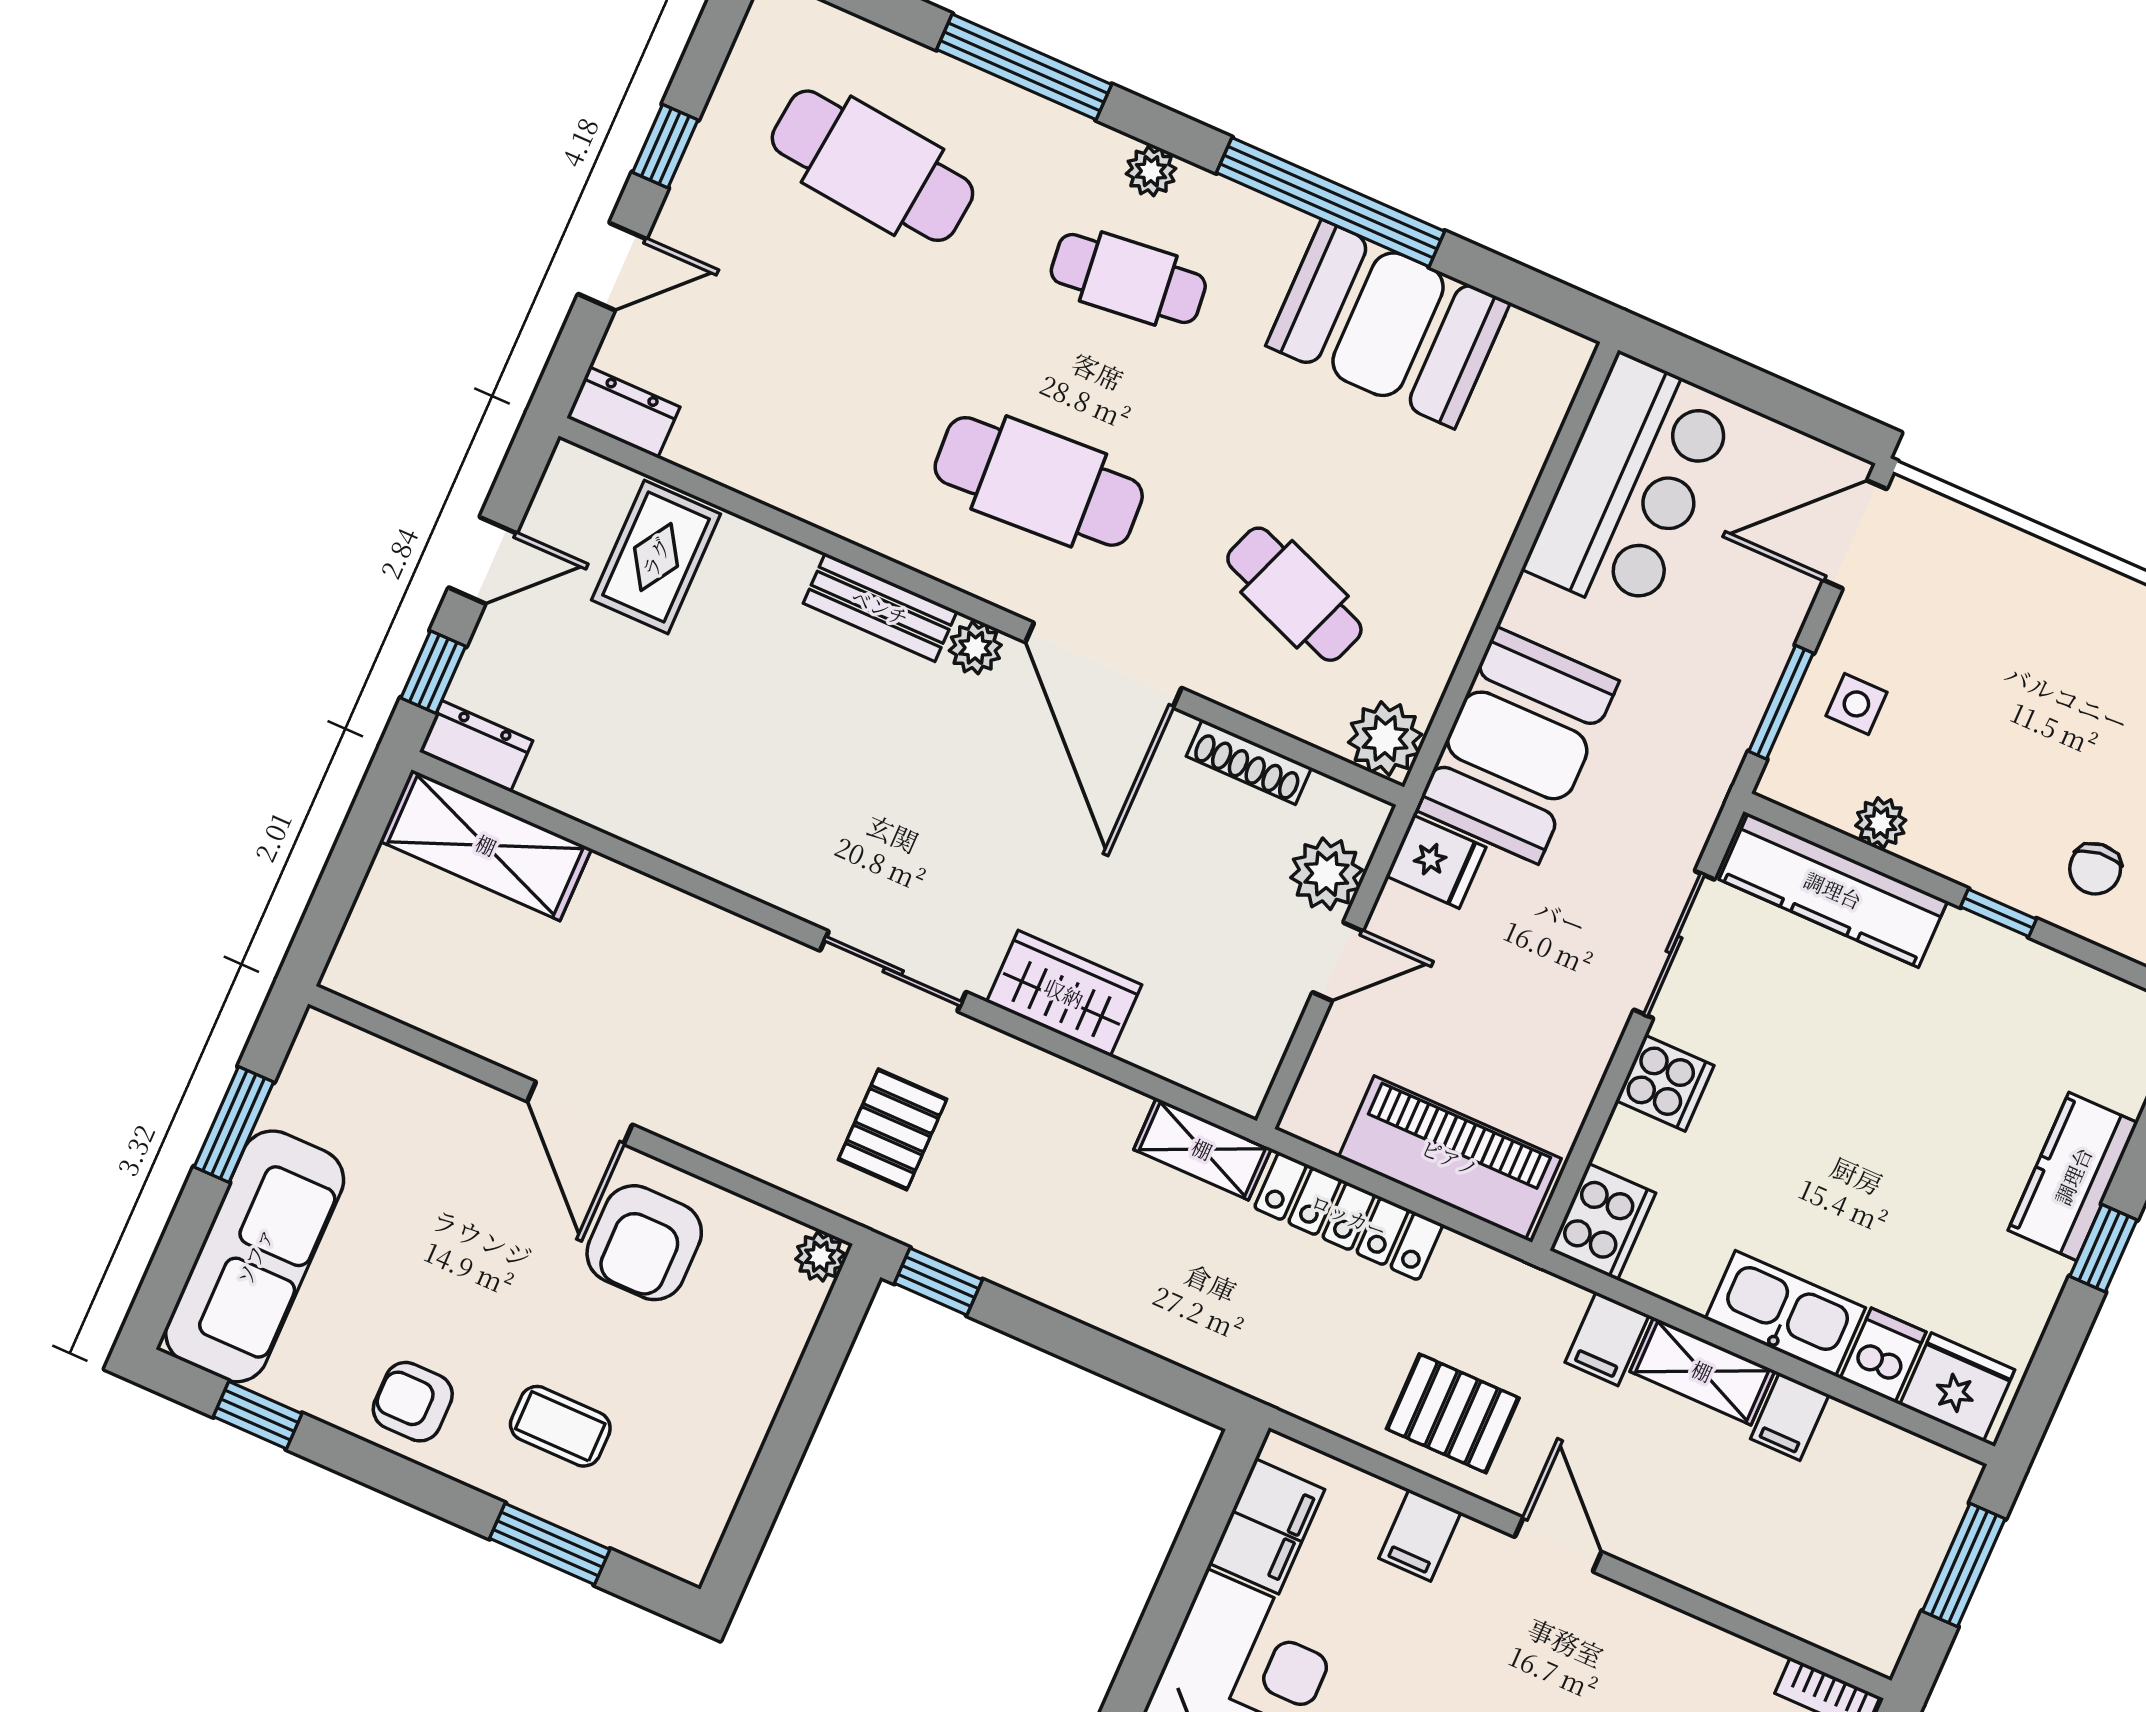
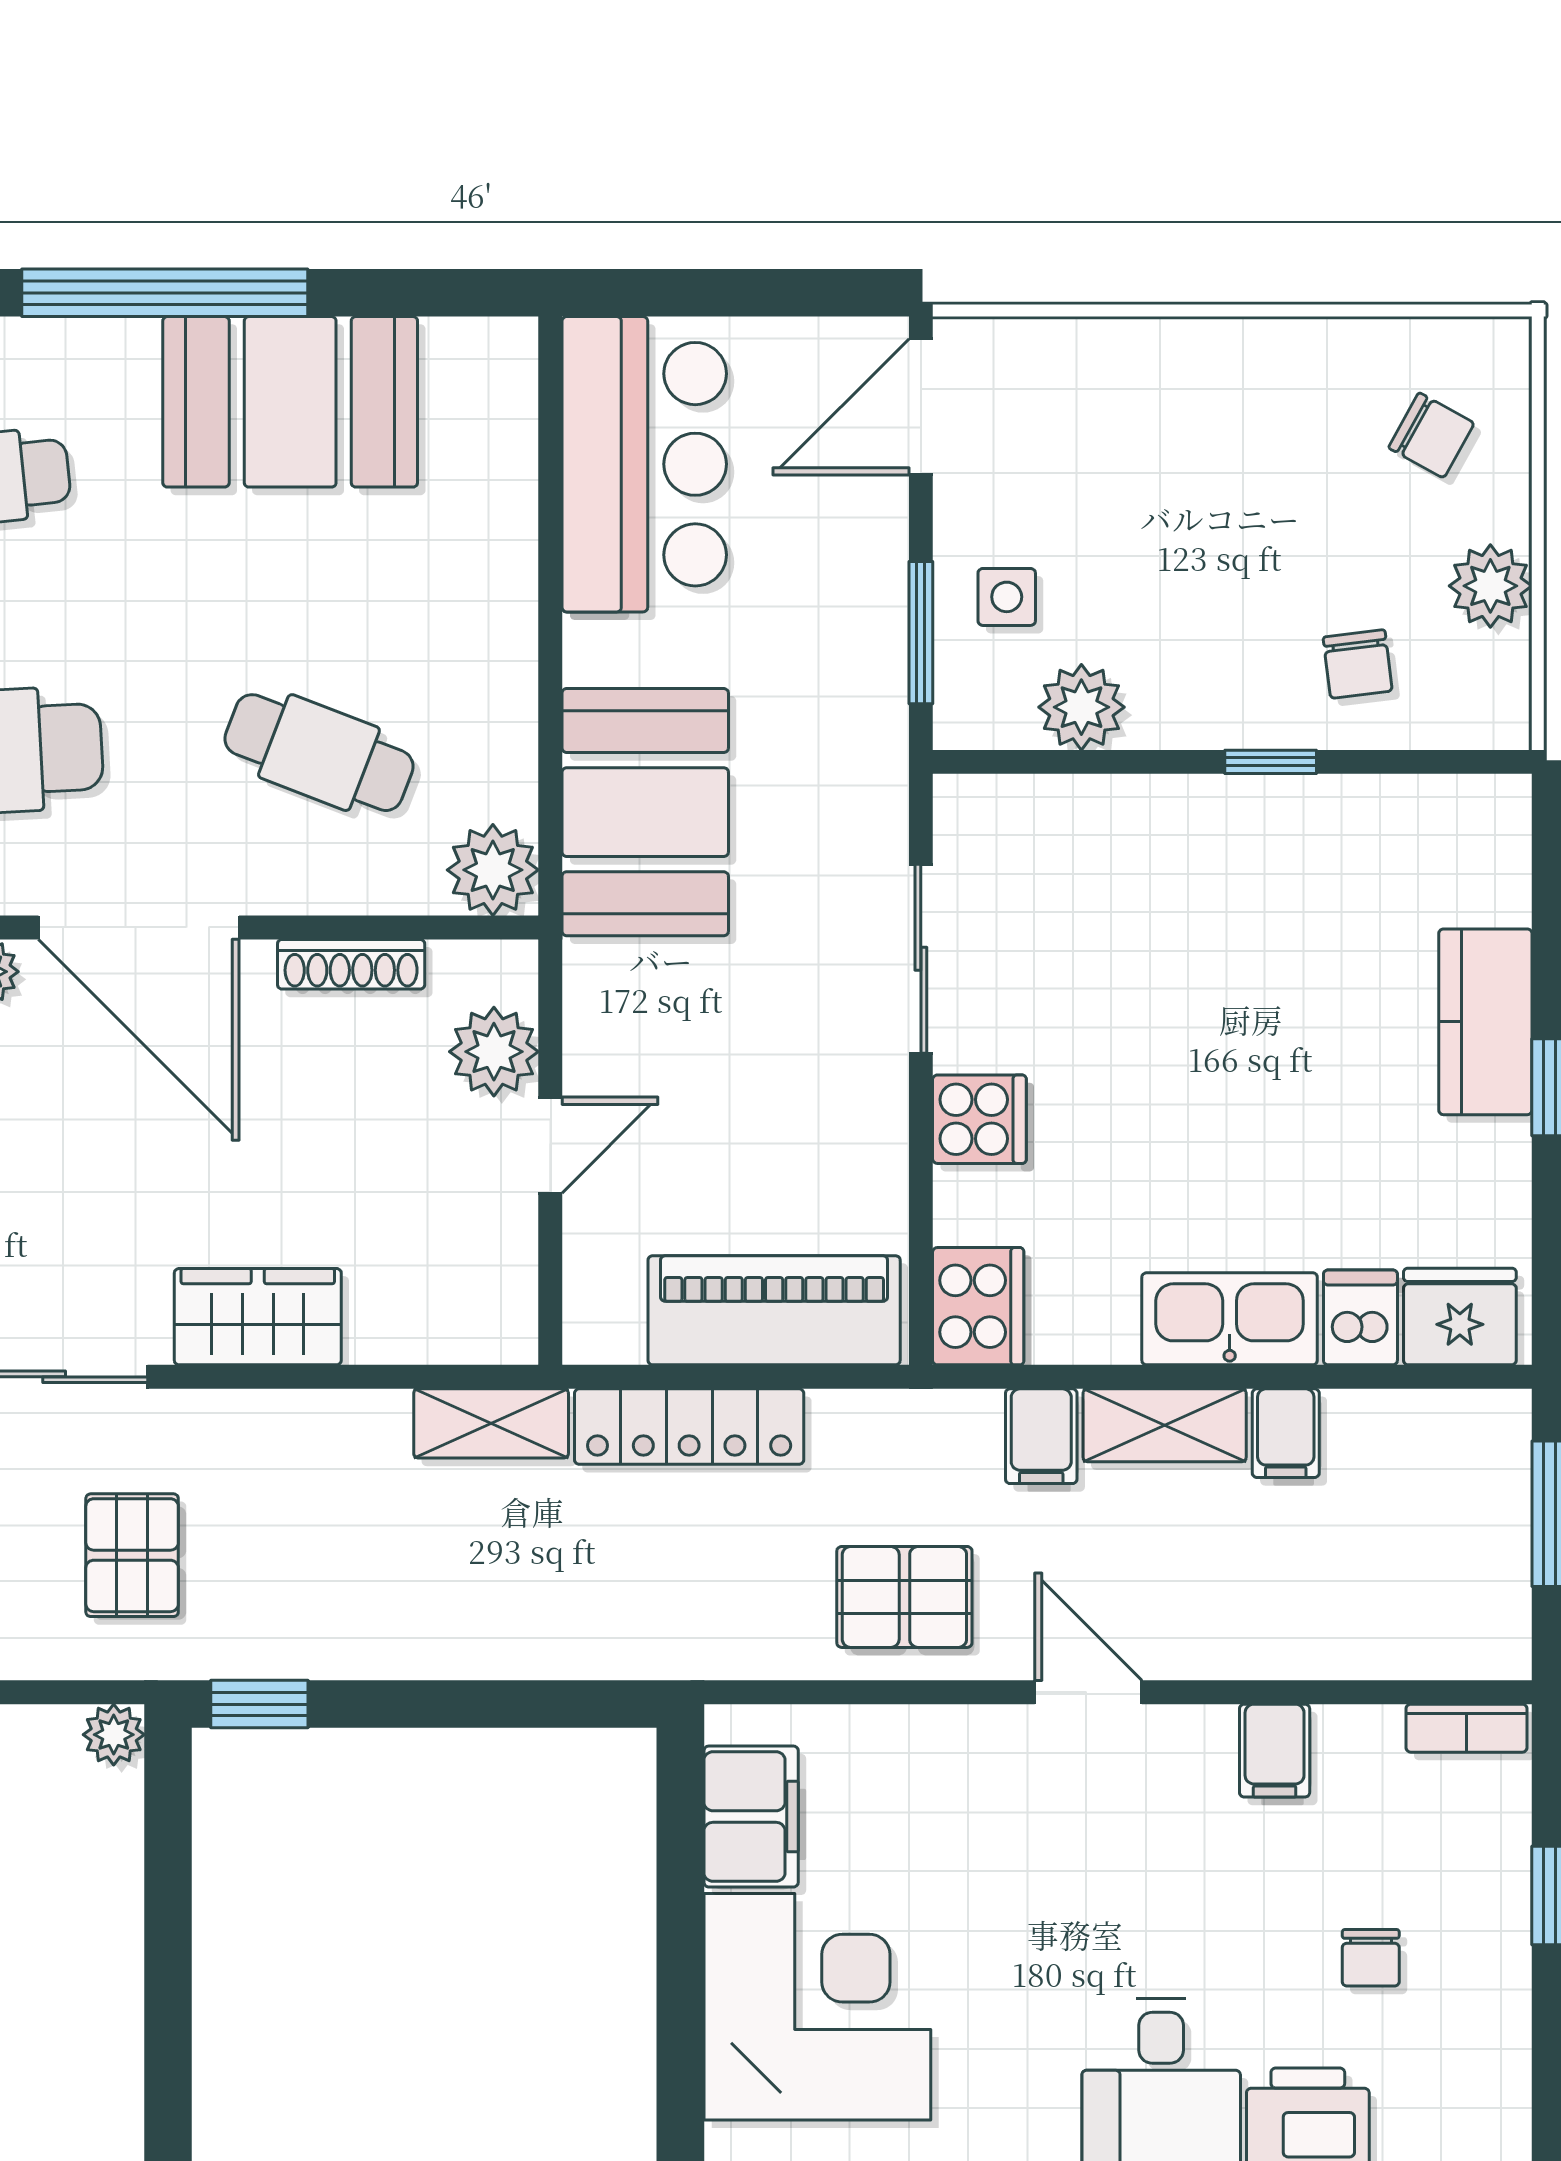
plant: (1881, 823) -> (1081, 707), width x1.38, depth x1.38
fridge: (1436, 862) -> (611, 984), removed
kitchen counter: (1833, 890) -> (1073, 818), removed
filing cabinet: (1420, 1535) -> (1275, 1751), moved

